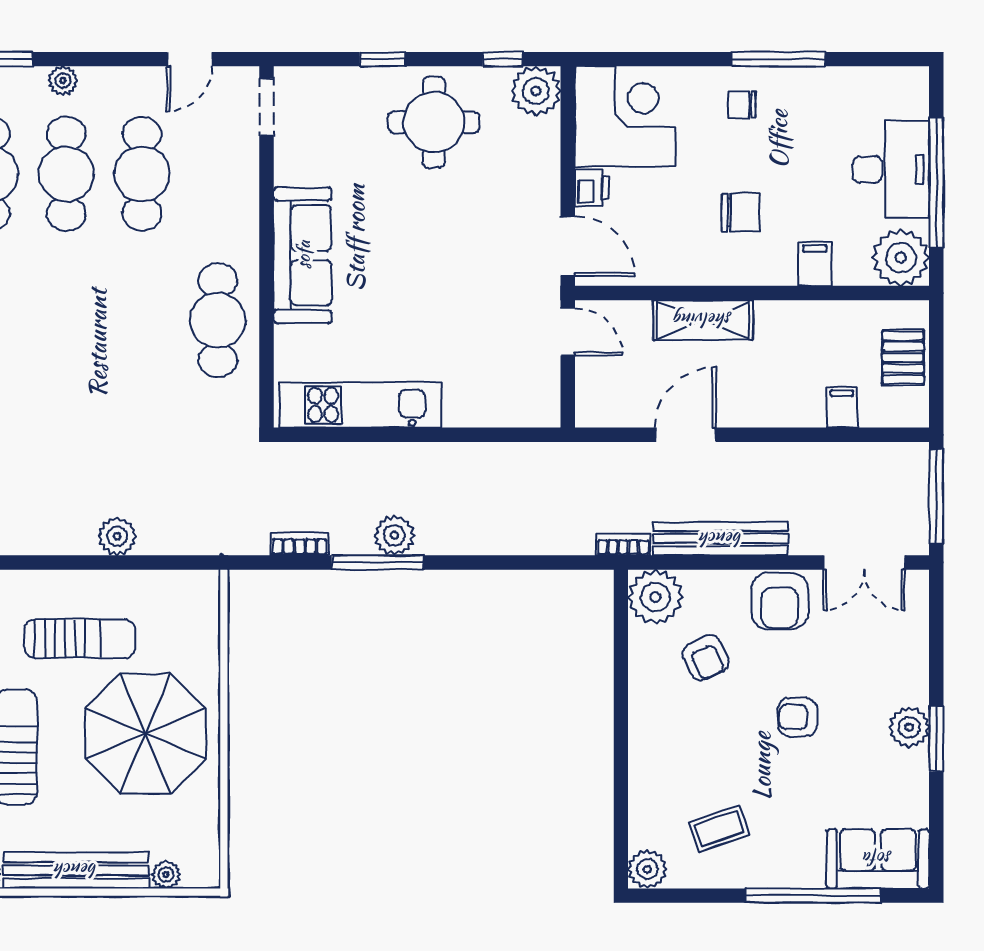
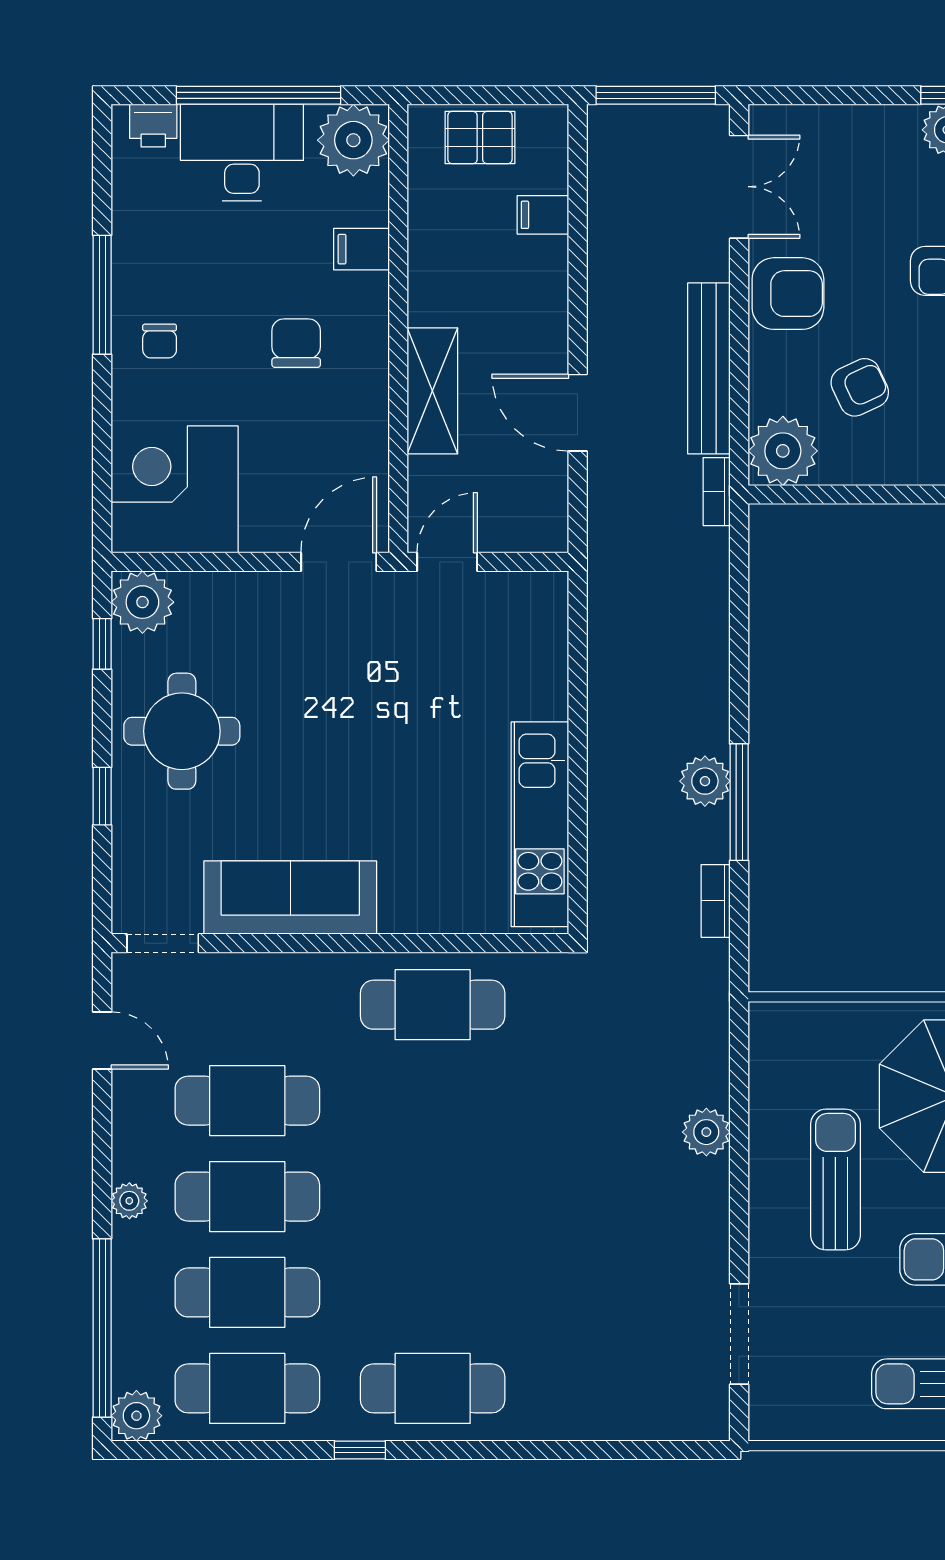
printer: (592, 188) -> (153, 126), moved, turned 180
sofa: (303, 255) -> (290, 897), moved

